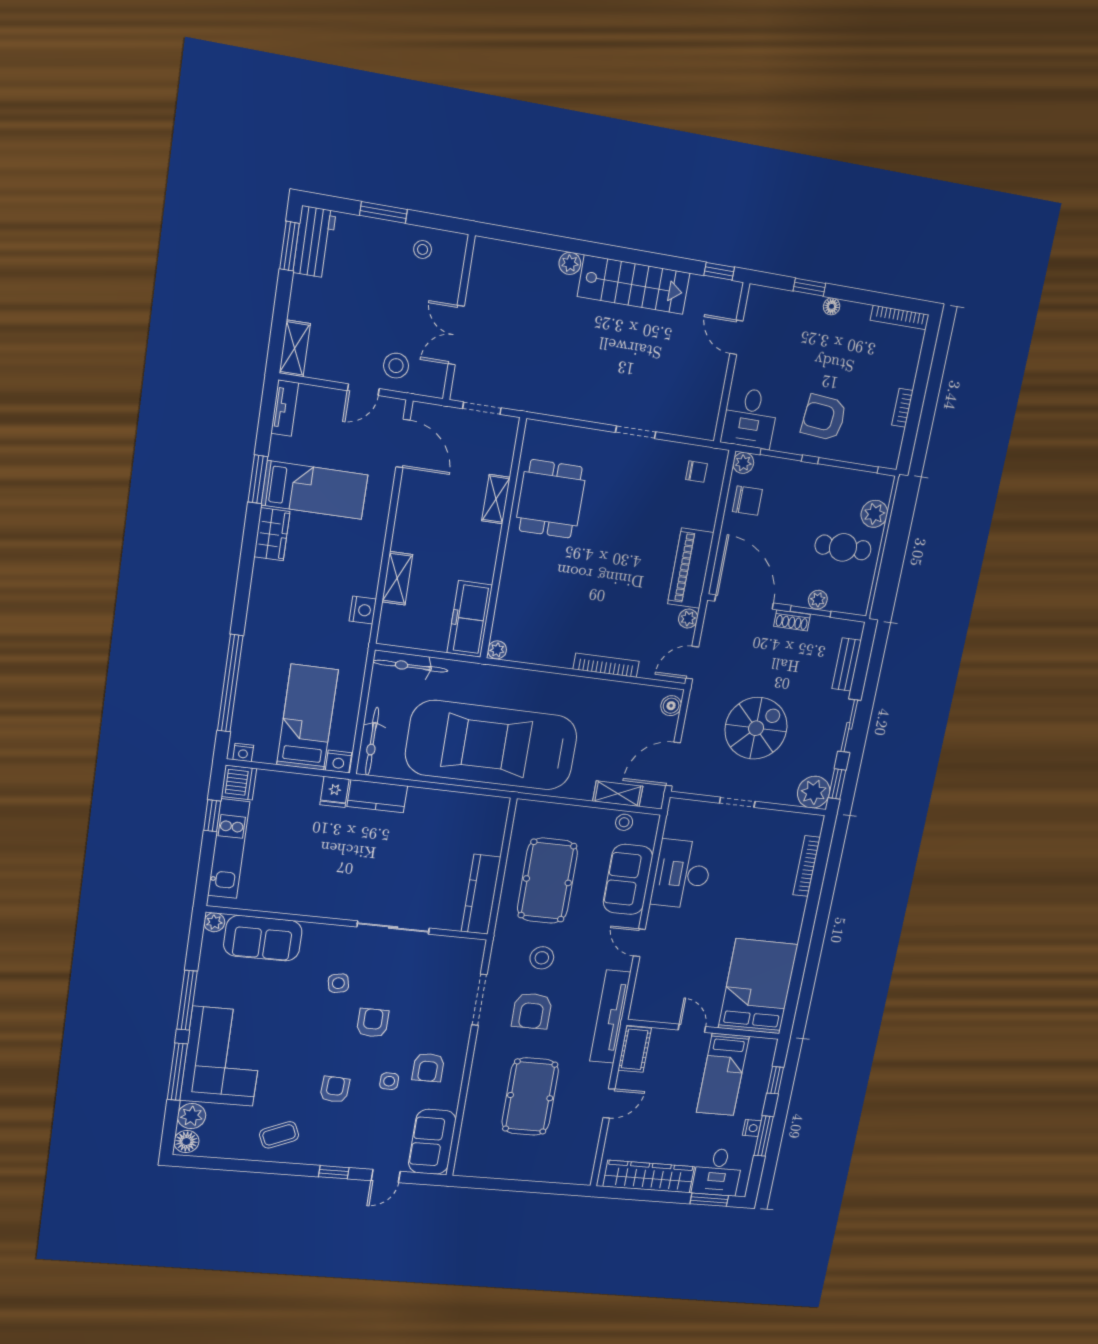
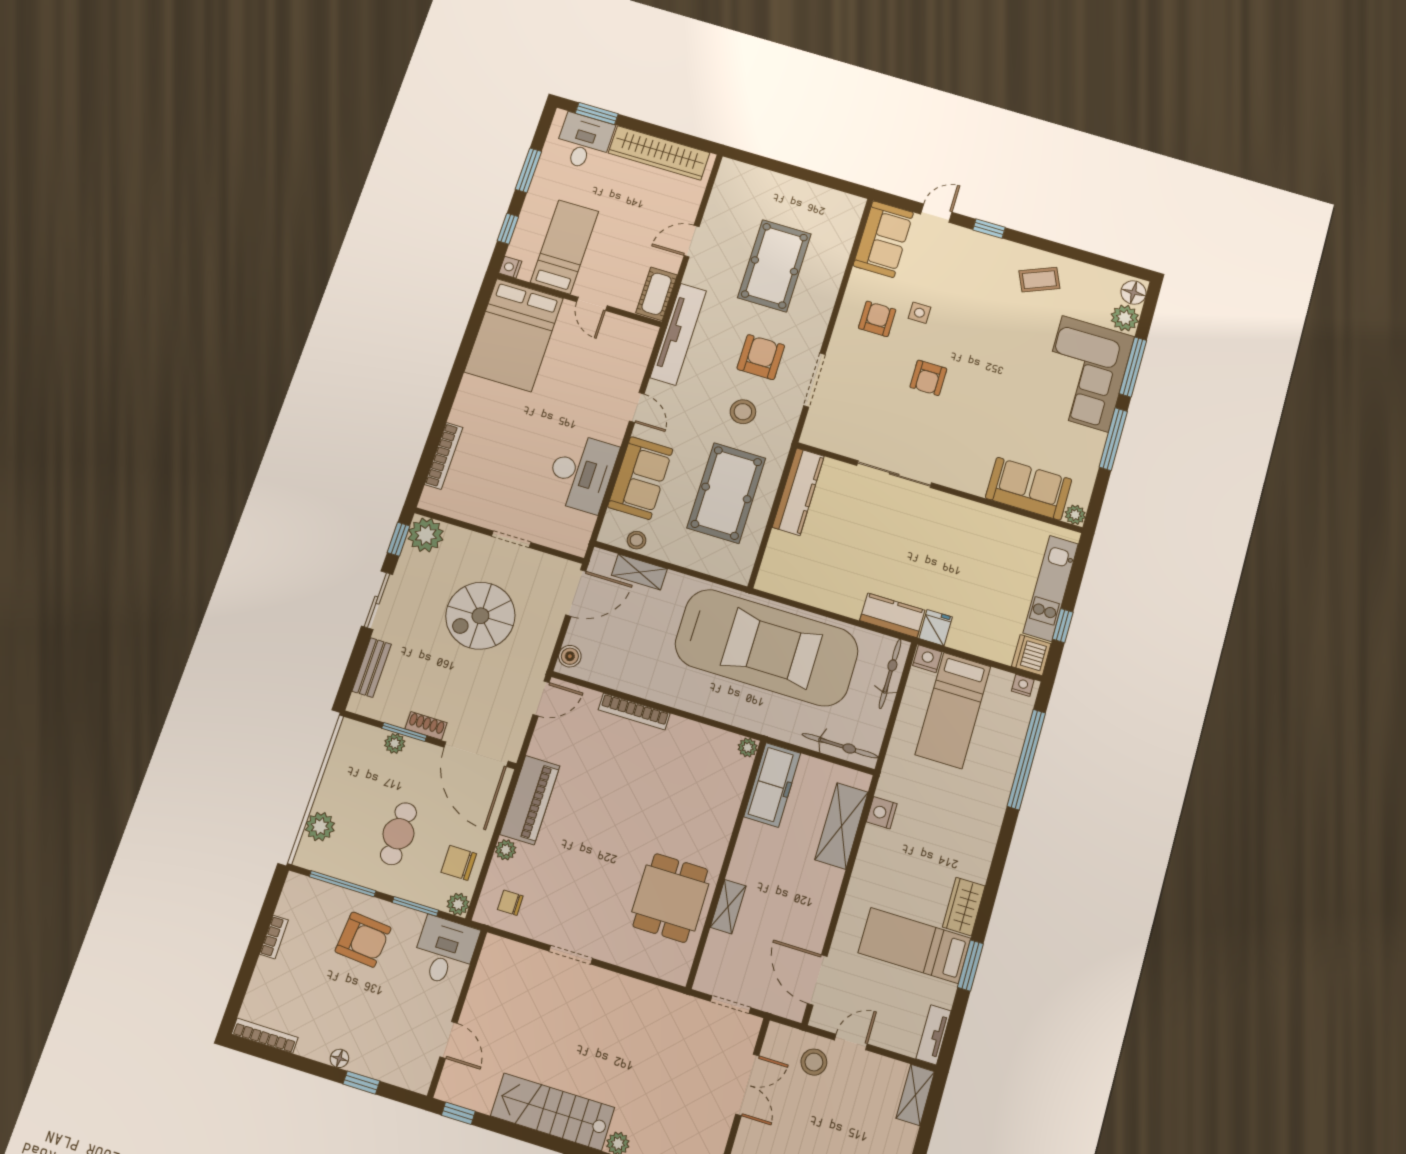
cafe table: (843, 547) -> (398, 834), moved, turned 90
shelving: (397, 578) -> (842, 826), width x1.50, depth x1.33
plant: (688, 619) -> (506, 850), moved
side table: (338, 983) -> (958, 427), removed
armchair: (335, 1089) -> (976, 316), removed
nightstand: (752, 1128) -> (510, 267), moved

